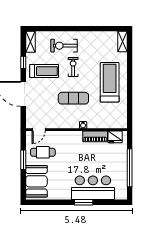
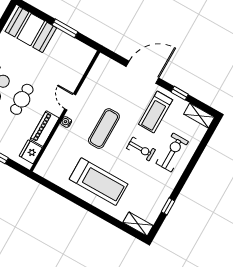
window: (100, 29) -> (168, 206), added
door: (39, 130) -> (70, 102), moved
cafe table: (43, 152) -> (22, 99), moved

